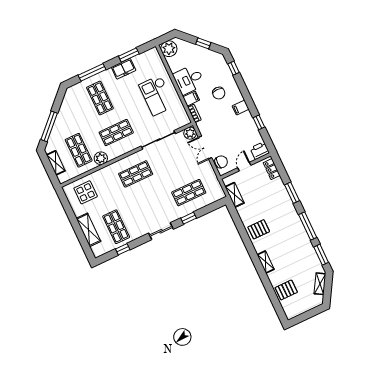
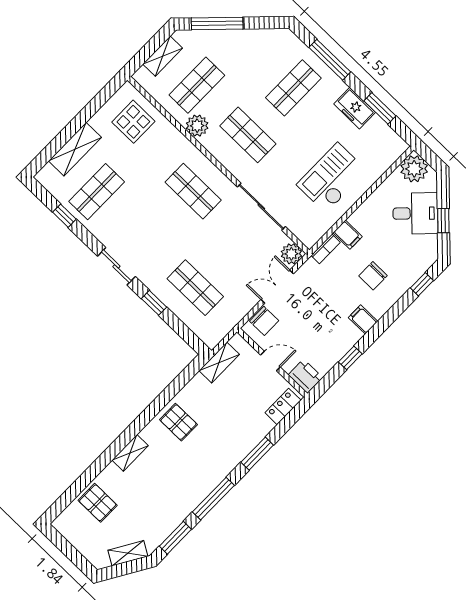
desk: (189, 80) -> (415, 213), moved, turned 135

